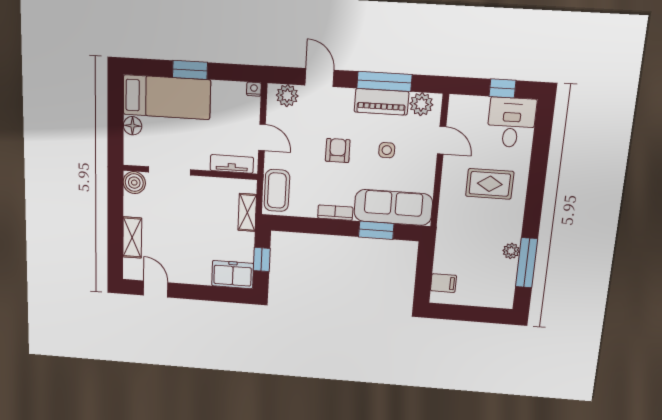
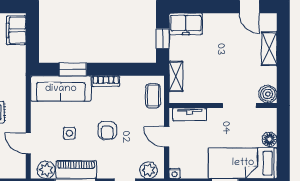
coffee table: (277, 190) -> (153, 96), width x0.73, depth x0.77
filing cabinet: (443, 283) -> (16, 30), width x2.00

